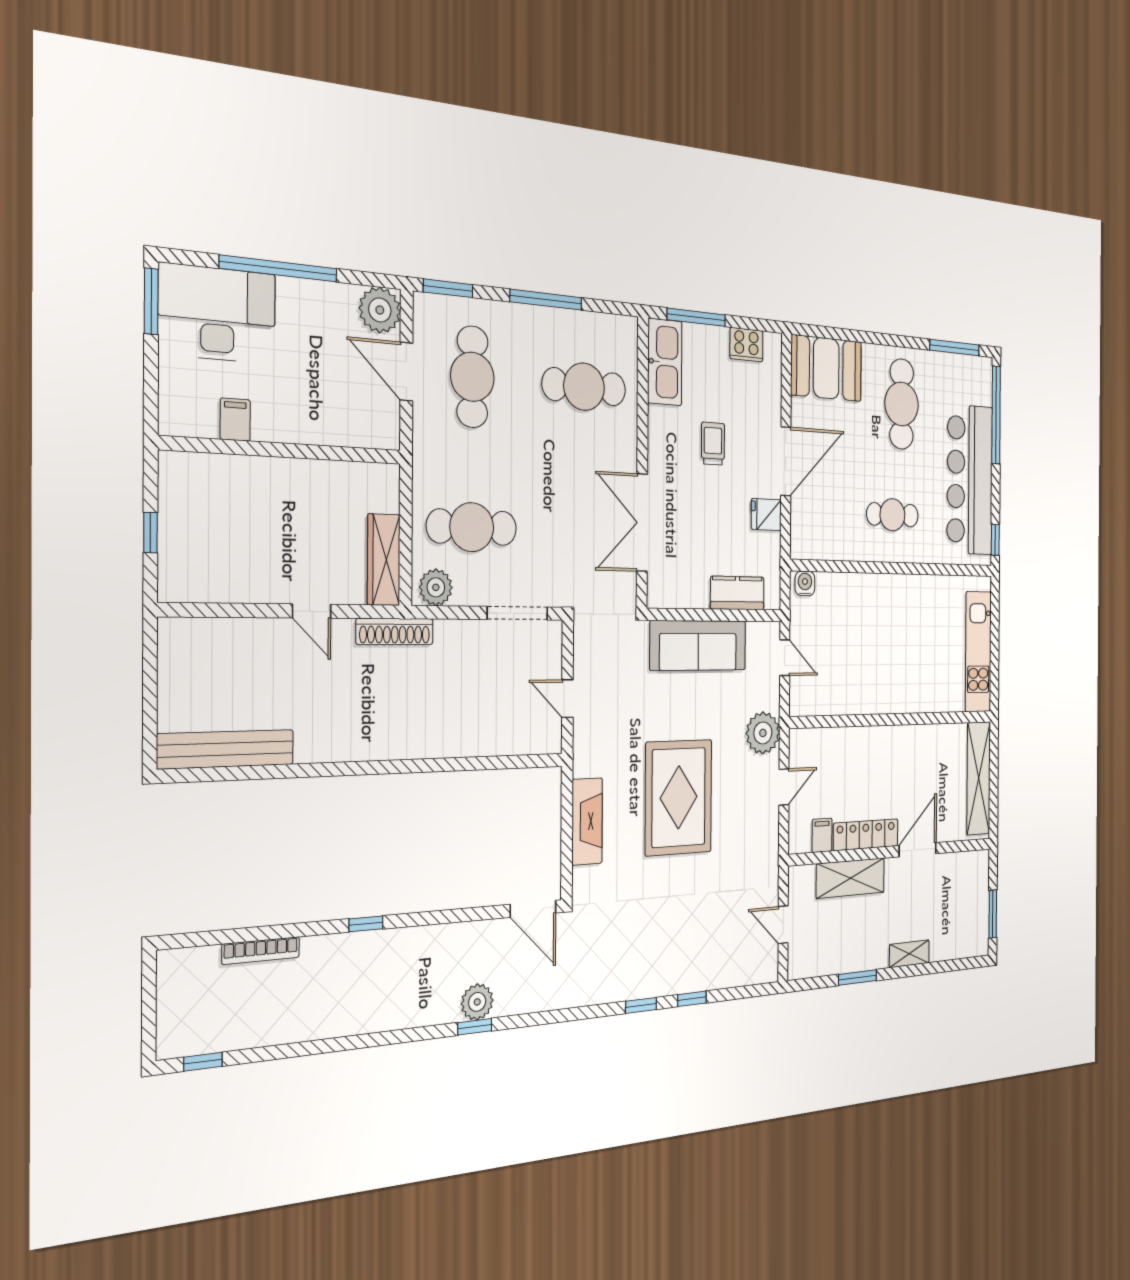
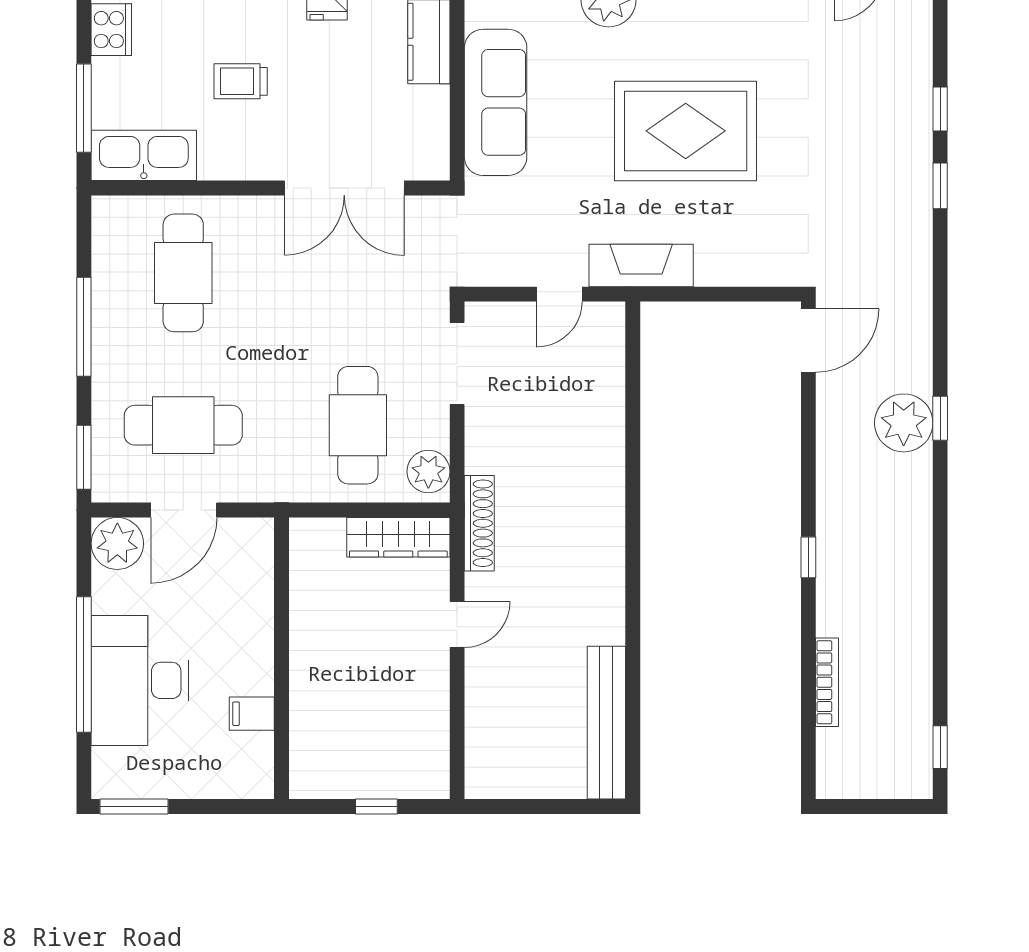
desk: (217, 314) -> (140, 680), moved
fireplace: (587, 821) -> (641, 265), moved
plant: (477, 1002) -> (904, 423), width x1.36, depth x1.36

